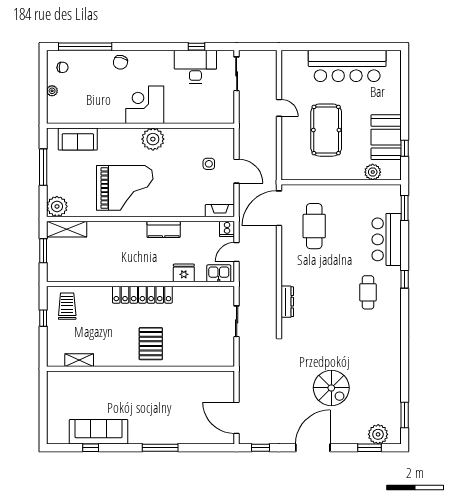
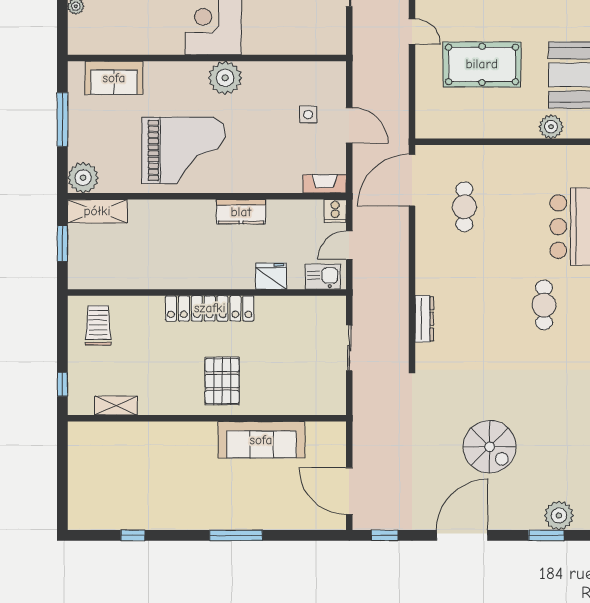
pool table: (326, 130) -> (482, 64), turned 90
cafe table: (314, 226) -> (464, 207), width x0.73, depth x0.74
window: (43, 318) -> (62, 384), moved
sofa: (99, 432) -> (261, 440), moved, turned 180

